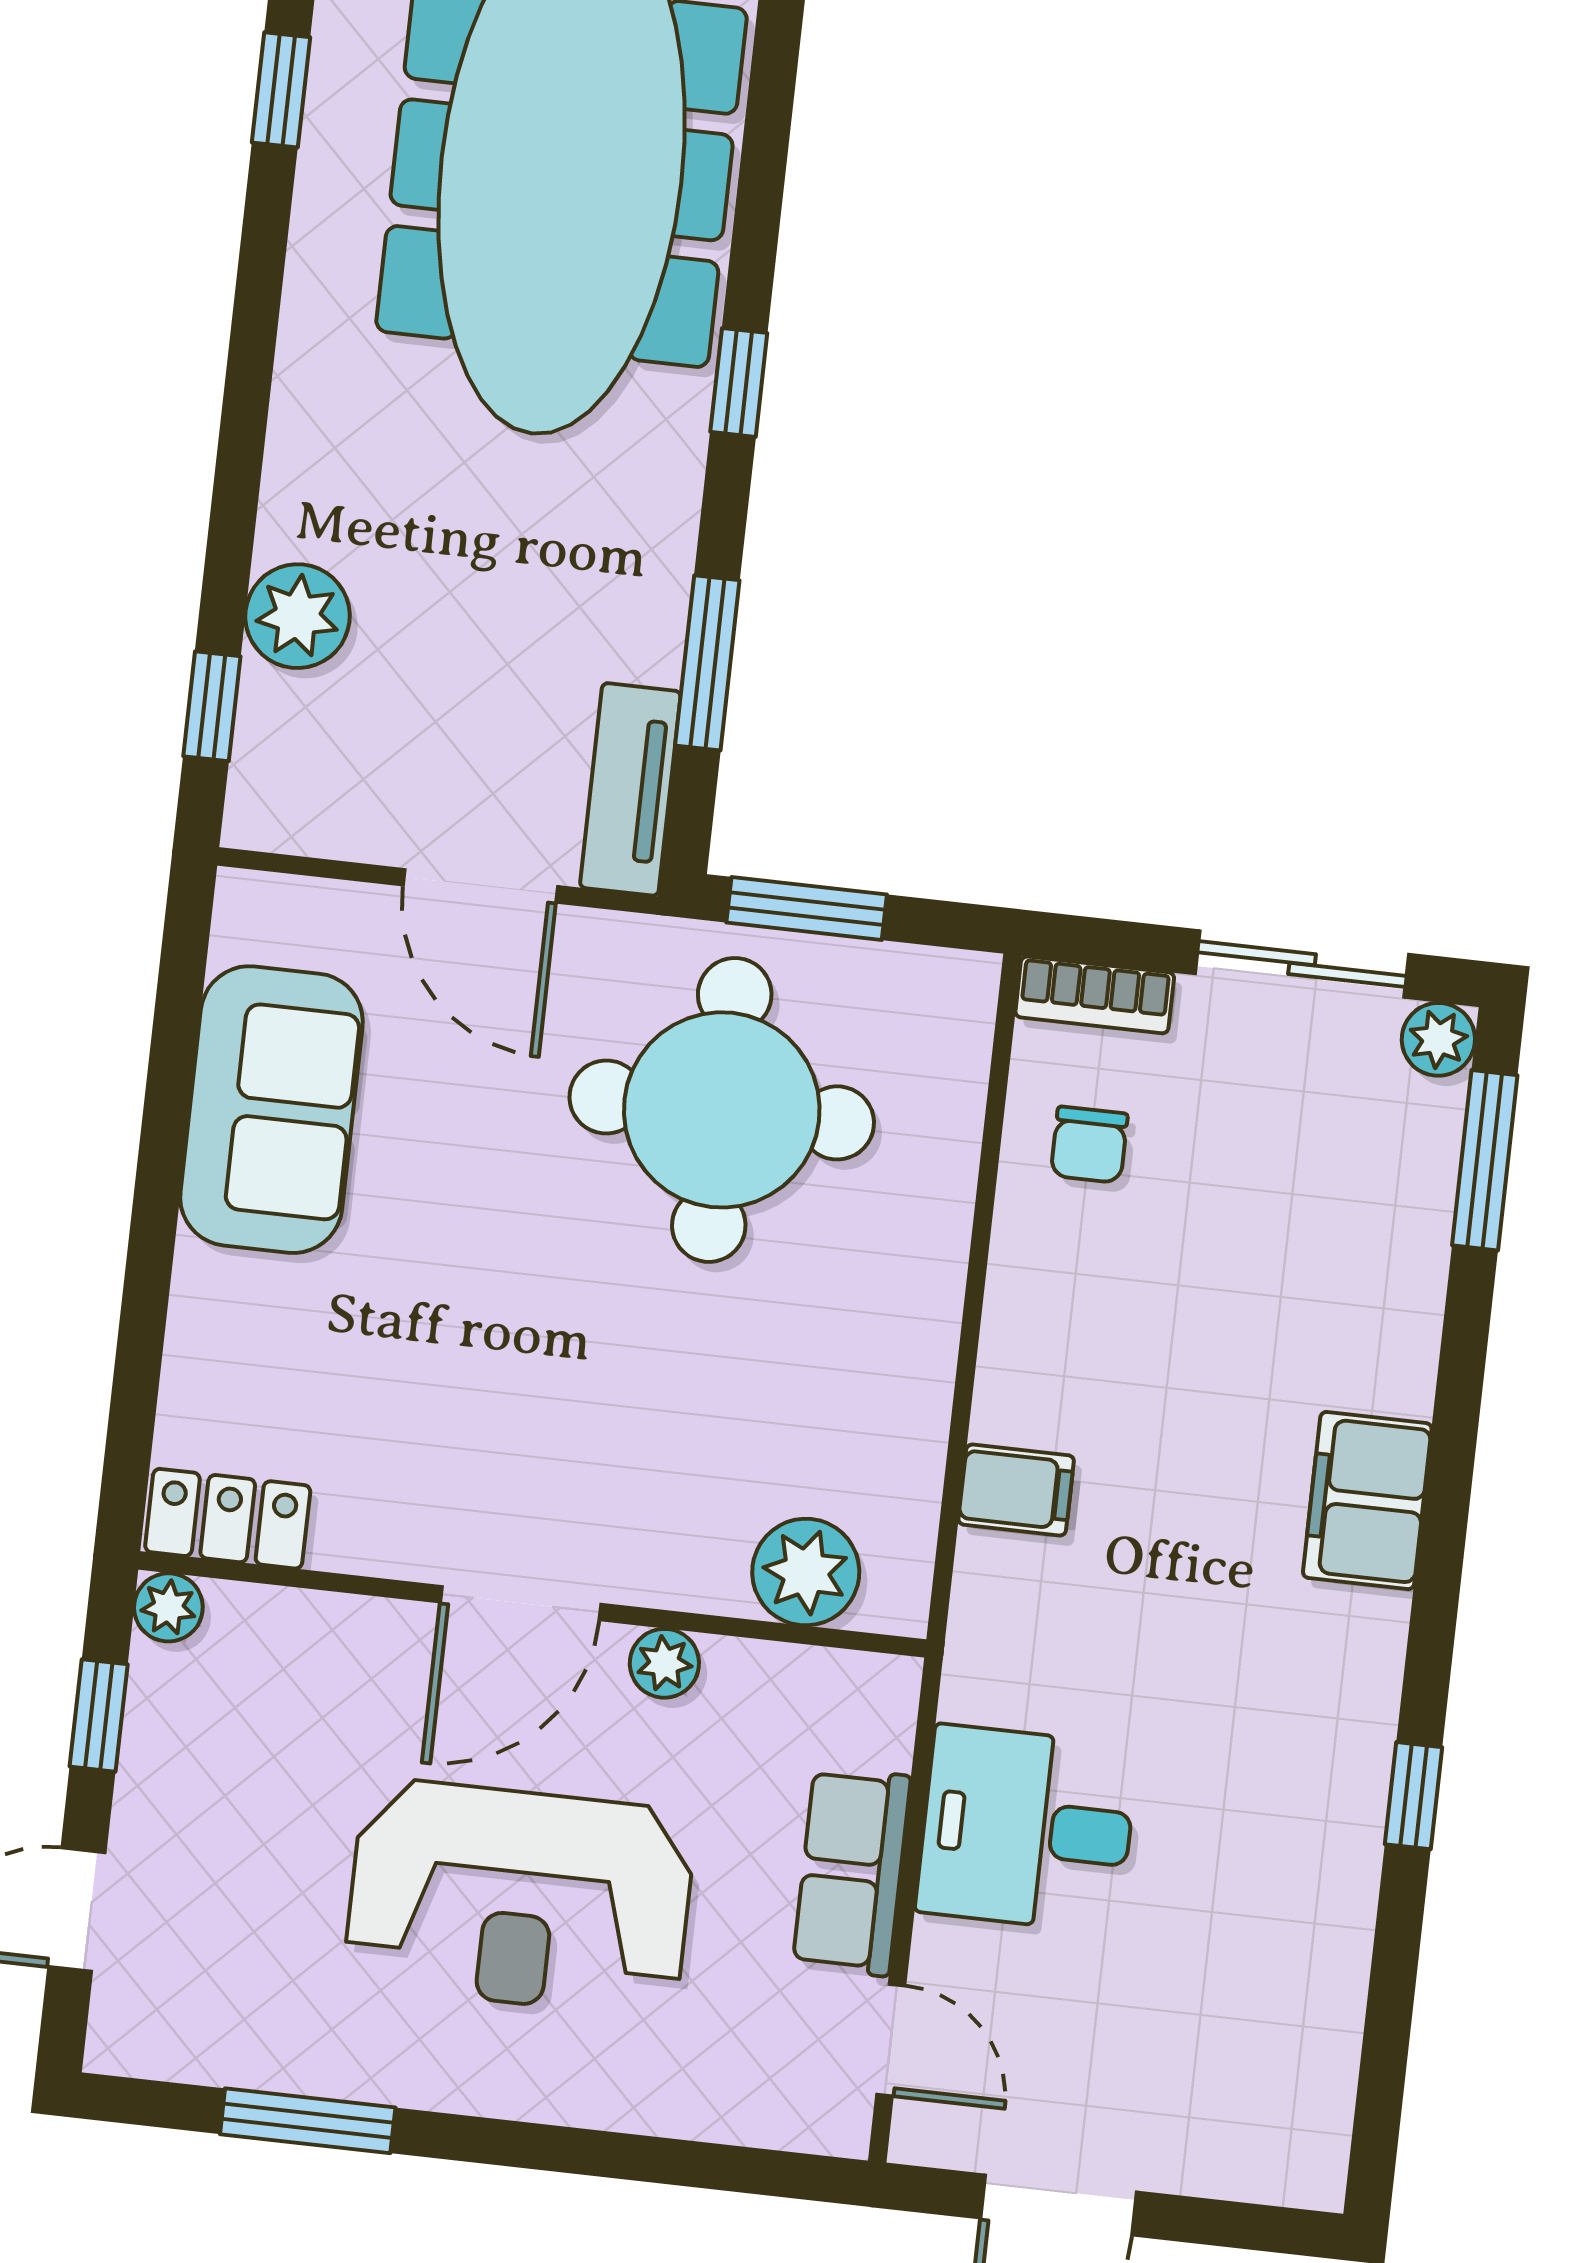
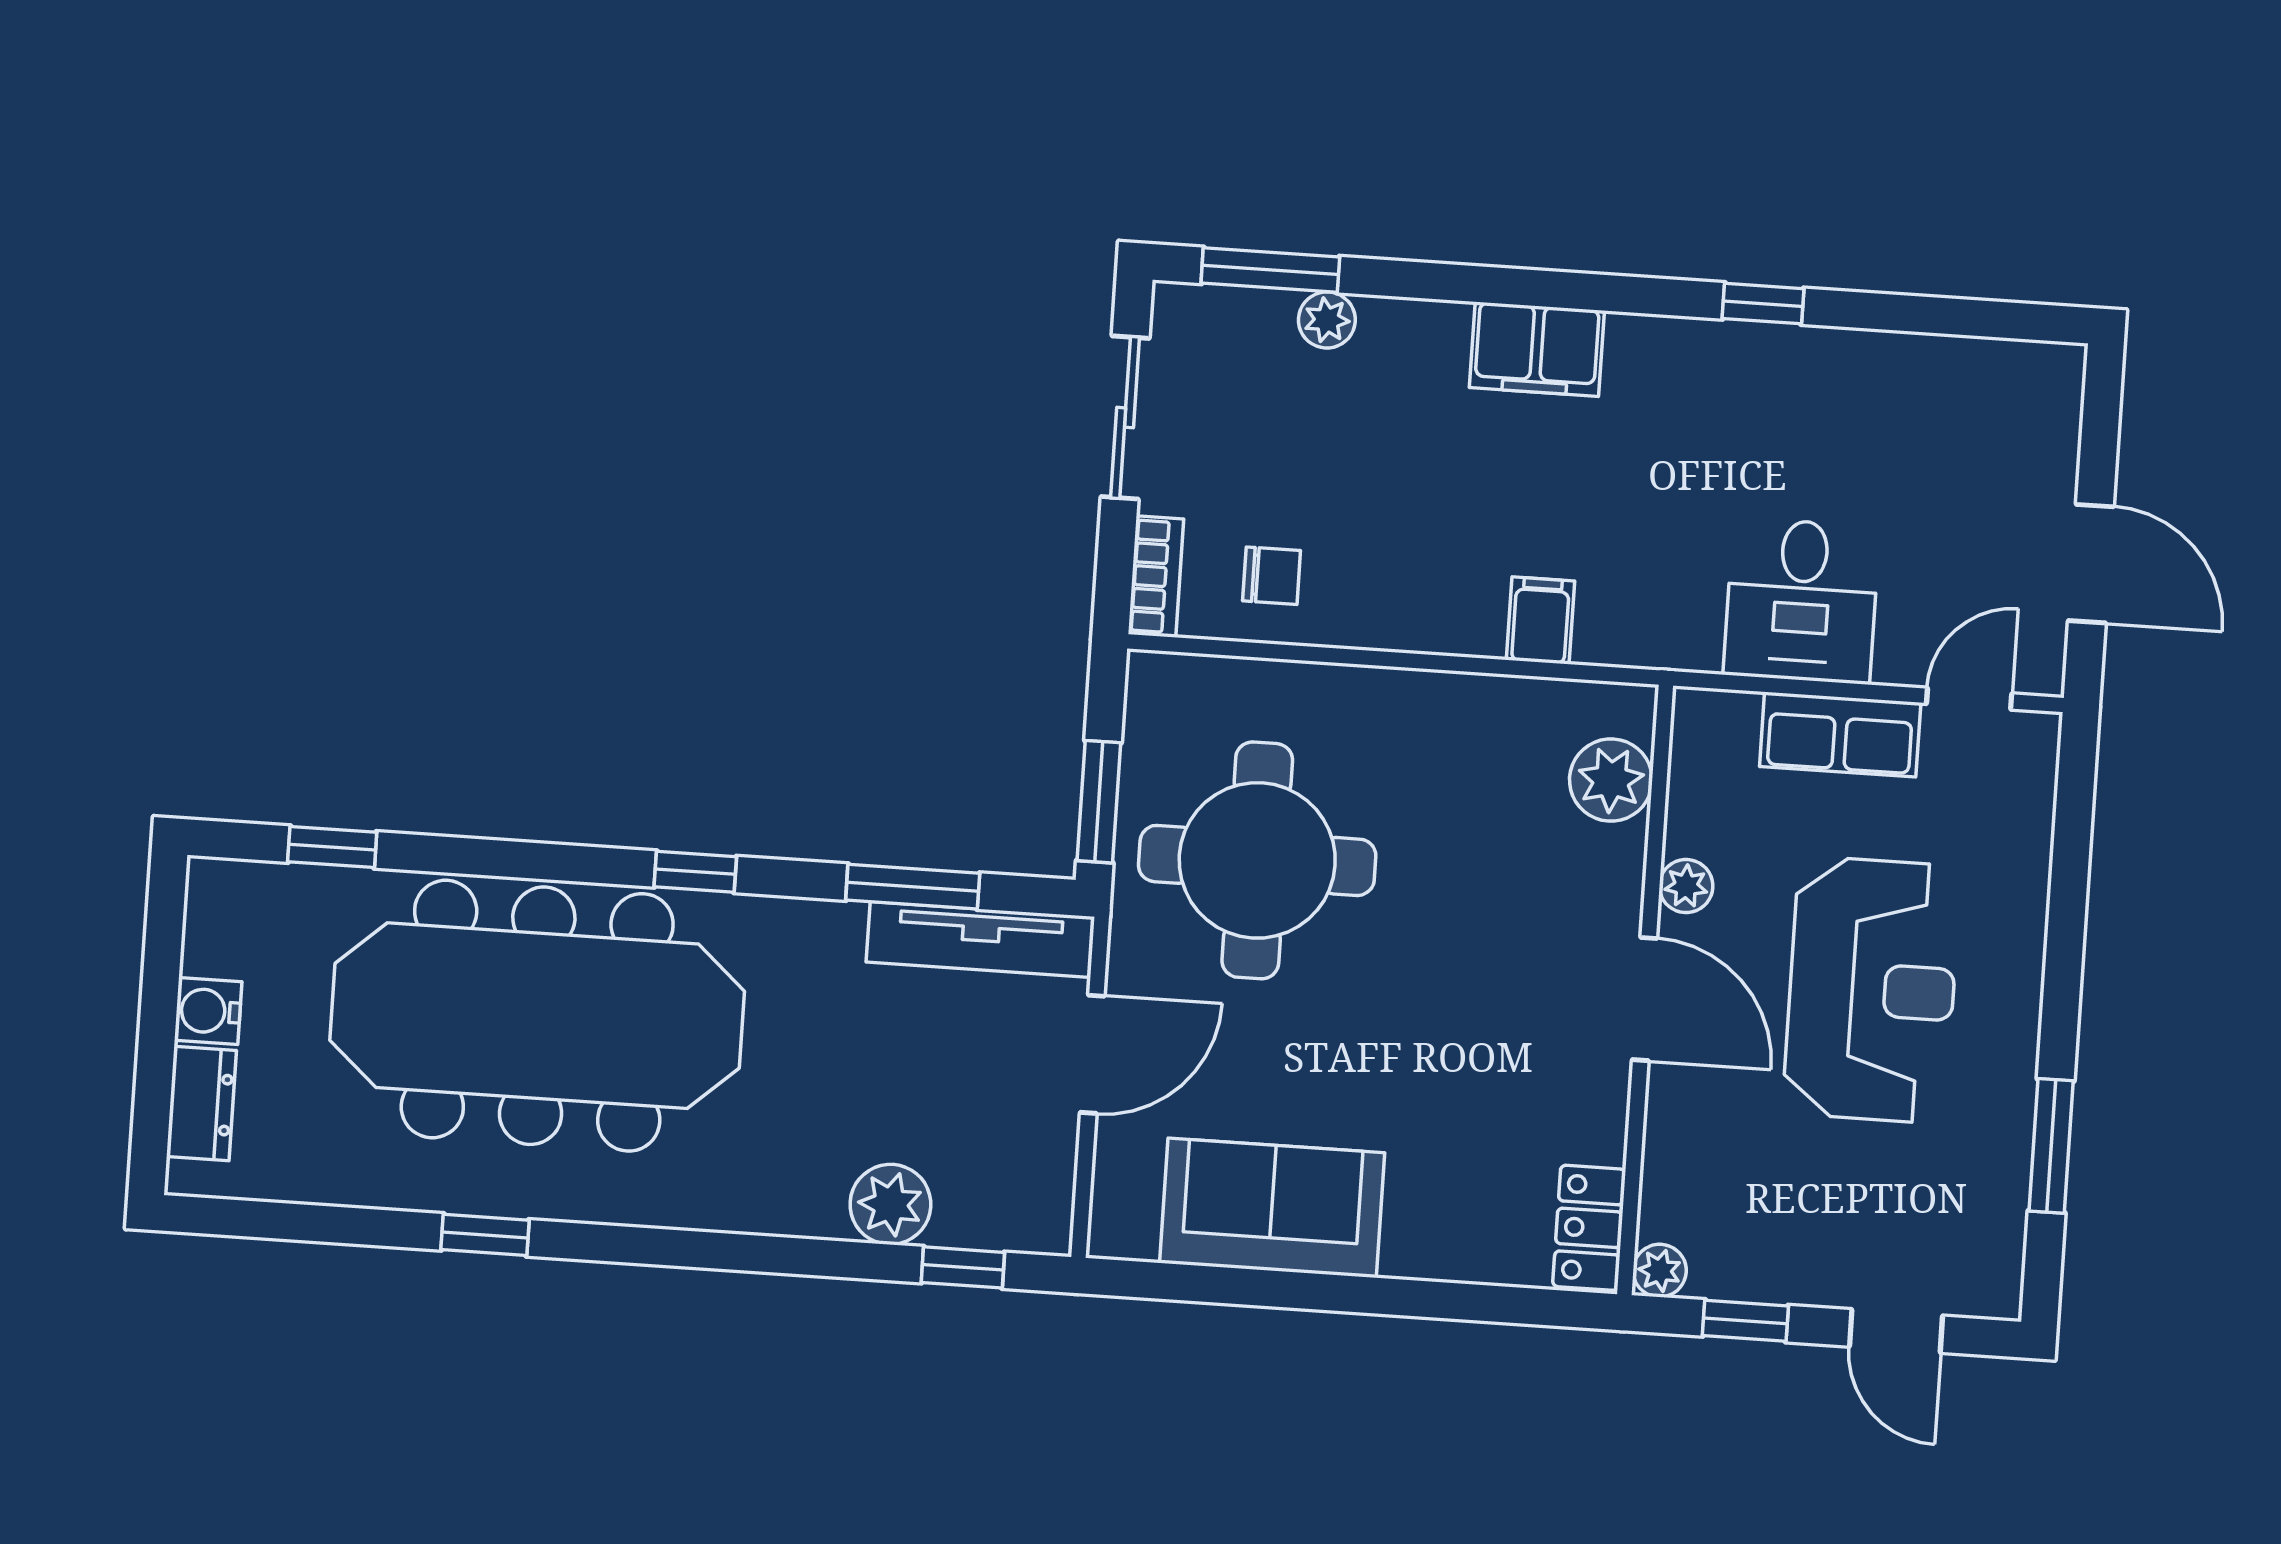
tv unit: (630, 789) -> (980, 940), width x1.41
plant: (1438, 1039) -> (1327, 320), moved

